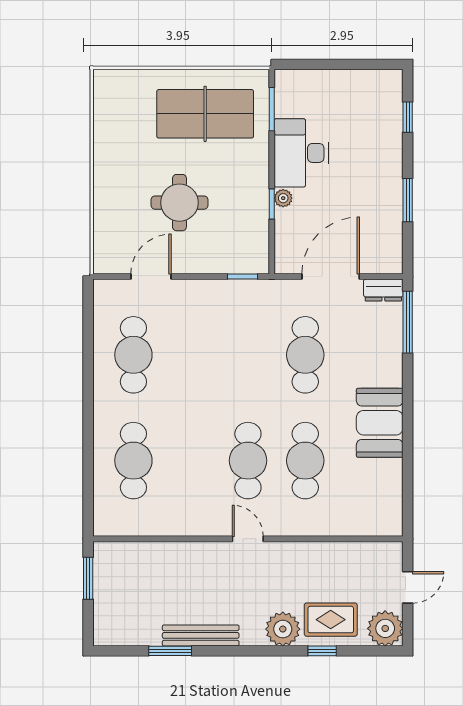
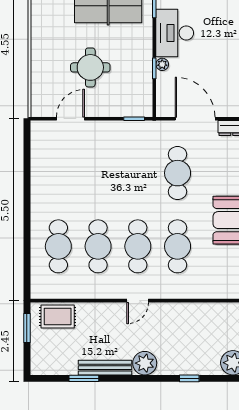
door: (331, 277) -> (195, 119), hinge flipped
cafe table: (133, 355) -> (98, 246), moved
door: (248, 539) -> (138, 301), swing flipped
rug: (331, 620) -> (58, 316), moved
plant: (283, 629) -> (145, 363), moved

